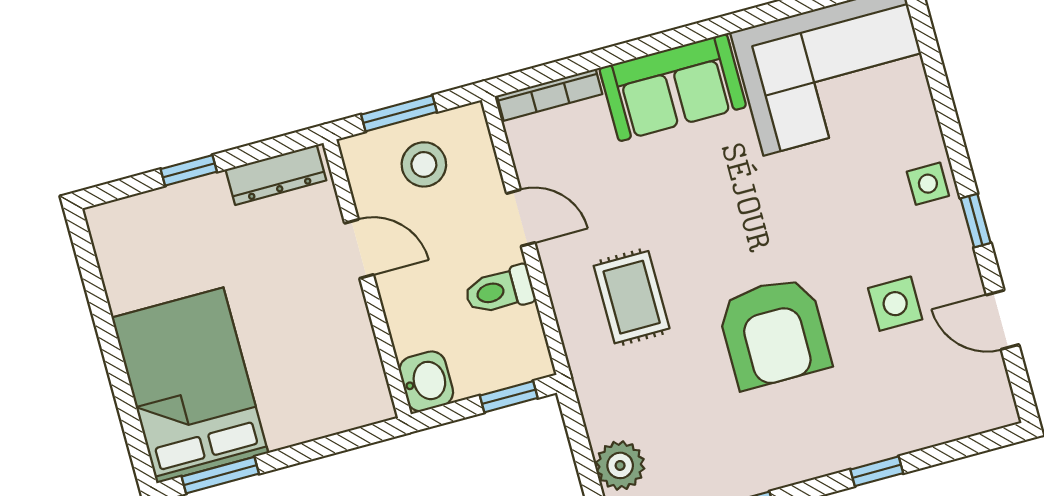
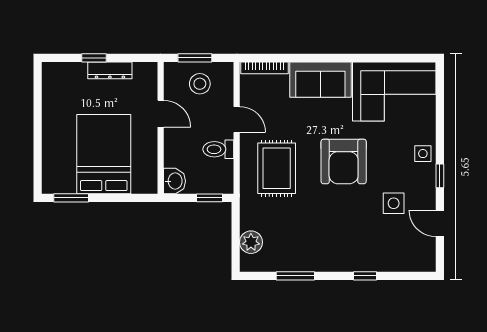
dresser: (276, 175) -> (110, 70), moved
rug: (632, 297) -> (277, 168), width x1.36, depth x1.43
armchair: (774, 332) -> (344, 161), moved
bed: (190, 385) -> (104, 154), moved

